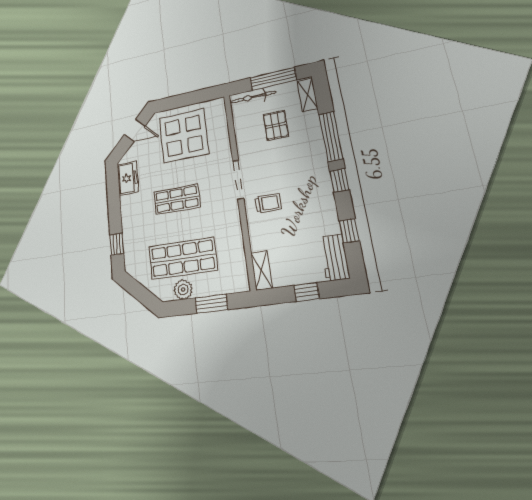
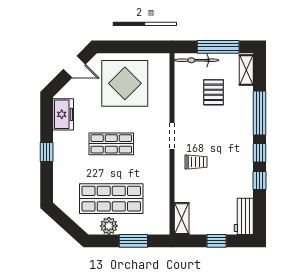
doorway: (238, 180) -> (172, 136), width x0.73
window: (349, 231) -> (260, 180), moved
window: (117, 244) -> (47, 152), moved

